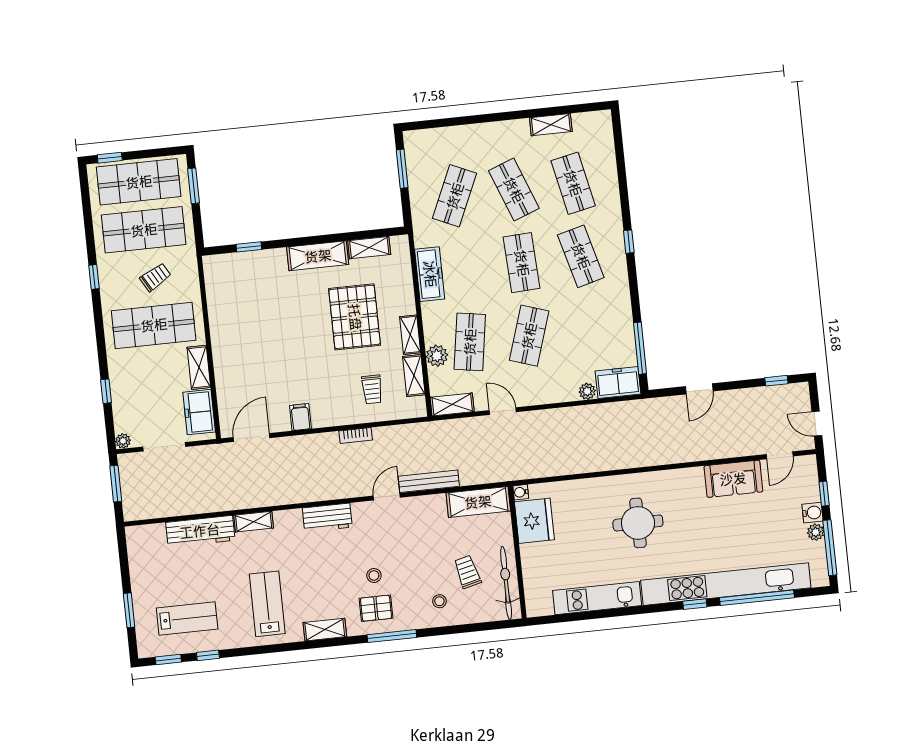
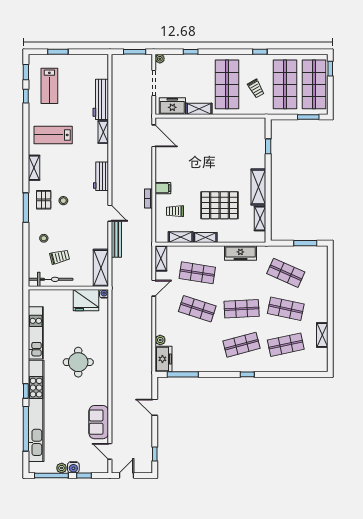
shop shelf: (514, 190) -> (286, 309), turned 33
plant: (437, 356) -> (191, 252), removed
filing cabinet: (300, 417) -> (163, 188), moved
lab bench: (267, 604) -> (53, 135), turned 180

